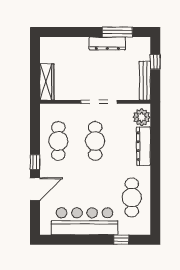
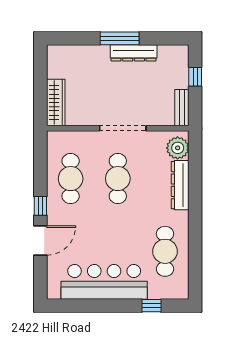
window: (117, 32) -> (120, 38), moved
bench: (145, 81) -> (182, 108), width x0.73

